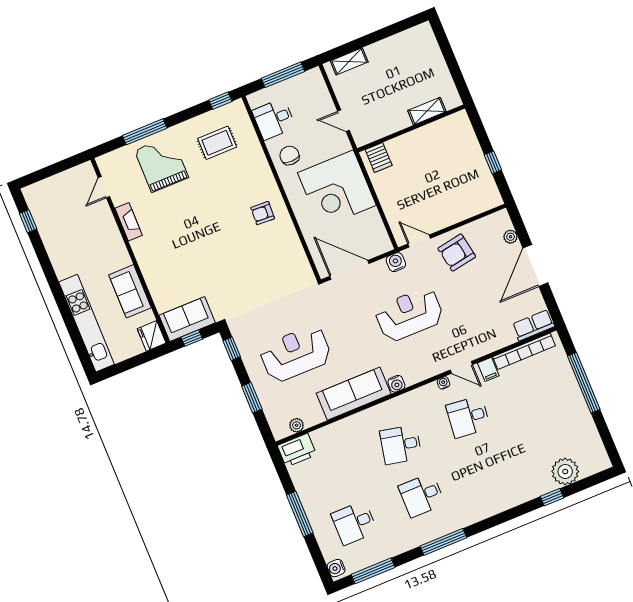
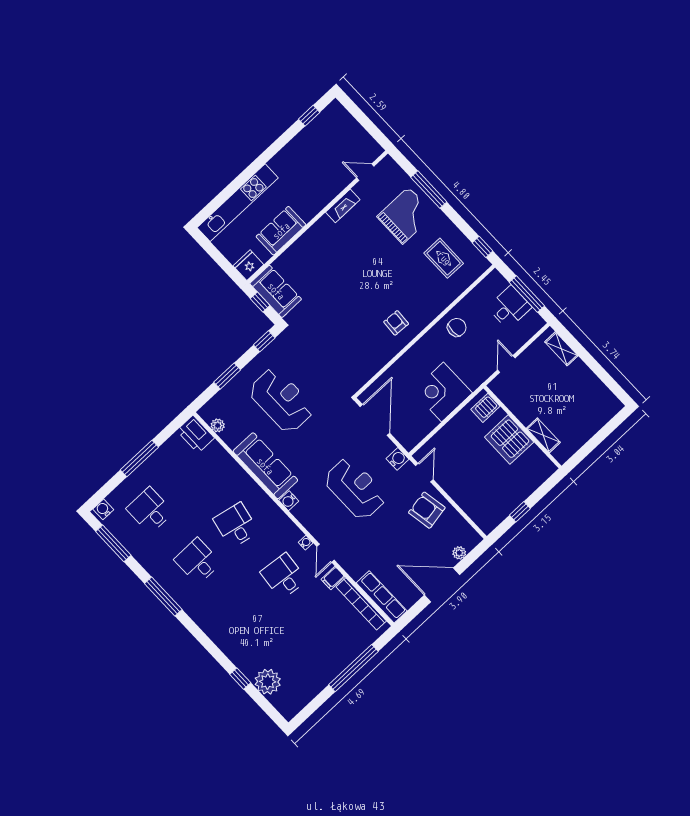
desk: (274, 119) -> (509, 307), moved, turned 90
server rack: (418, 146) -> (509, 440), added
corner desk: (337, 189) -> (443, 392), width x0.74, depth x0.74
row of seats: (533, 325) -> (382, 597), width x1.48

